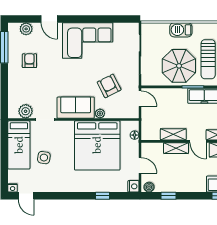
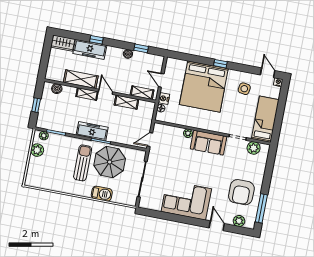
armchair: (29, 61) -> (241, 192), width x1.88, depth x1.88
armchair: (109, 86) -> (175, 156), removed
door: (140, 99) -> (150, 140), hinge flipped
bed: (97, 145) -> (204, 87), moved, turned 180
shelving: (176, 148) -> (142, 93), moved
side table: (44, 158) -> (244, 89), moved
nightstand: (133, 186) -> (164, 98), moved
boiler: (149, 187) -> (128, 54), moved
window: (102, 196) -> (220, 64), moved

